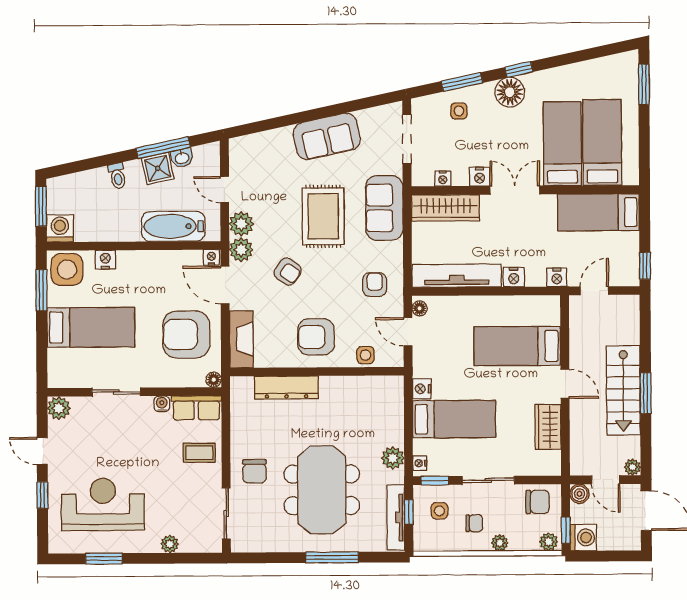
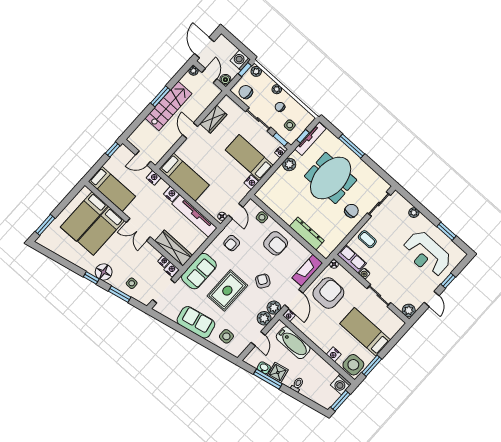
side table: (269, 155) -> (226, 336), added
nightstand: (480, 177) -> (171, 269), moved
armchair: (186, 335) -> (328, 293), turned -90
bed: (517, 346) -> (184, 177), moved

